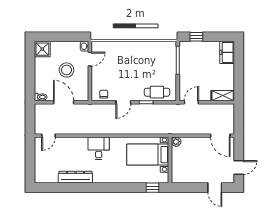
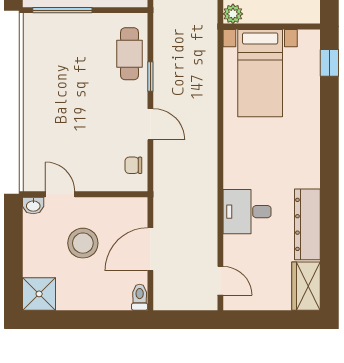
desk: (99, 148) -> (247, 212), moved
wardrobe: (46, 177) -> (306, 286), added

